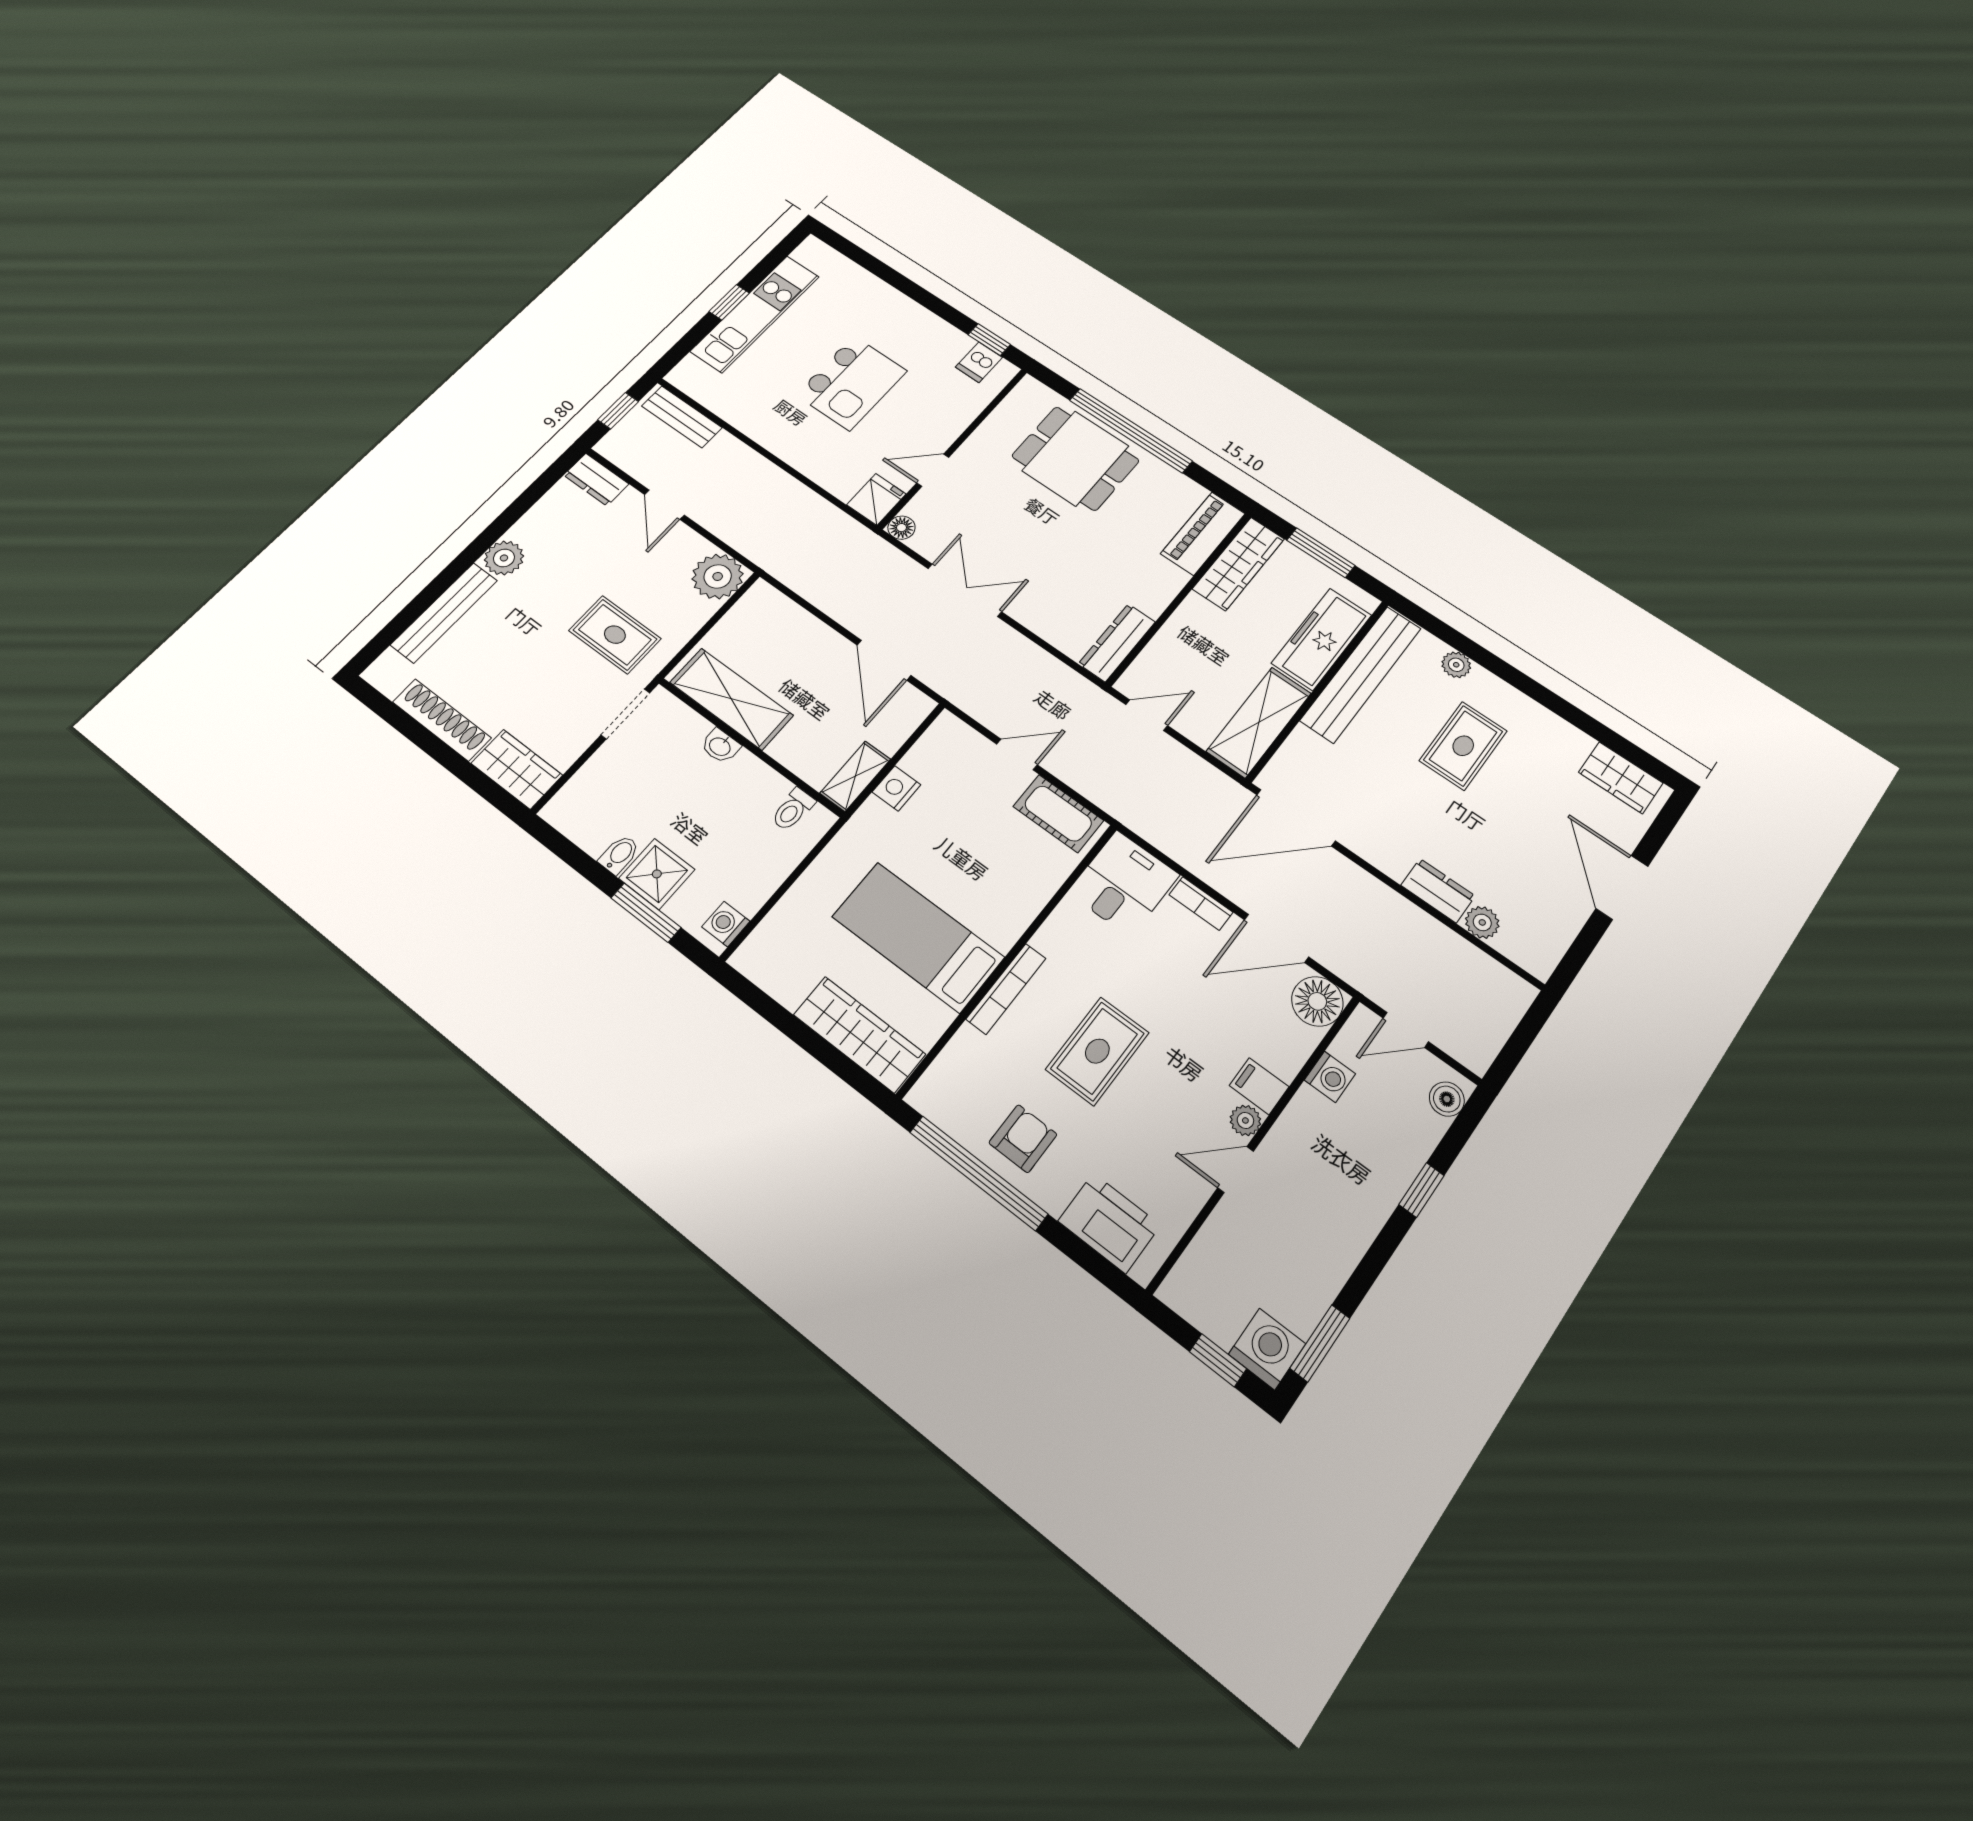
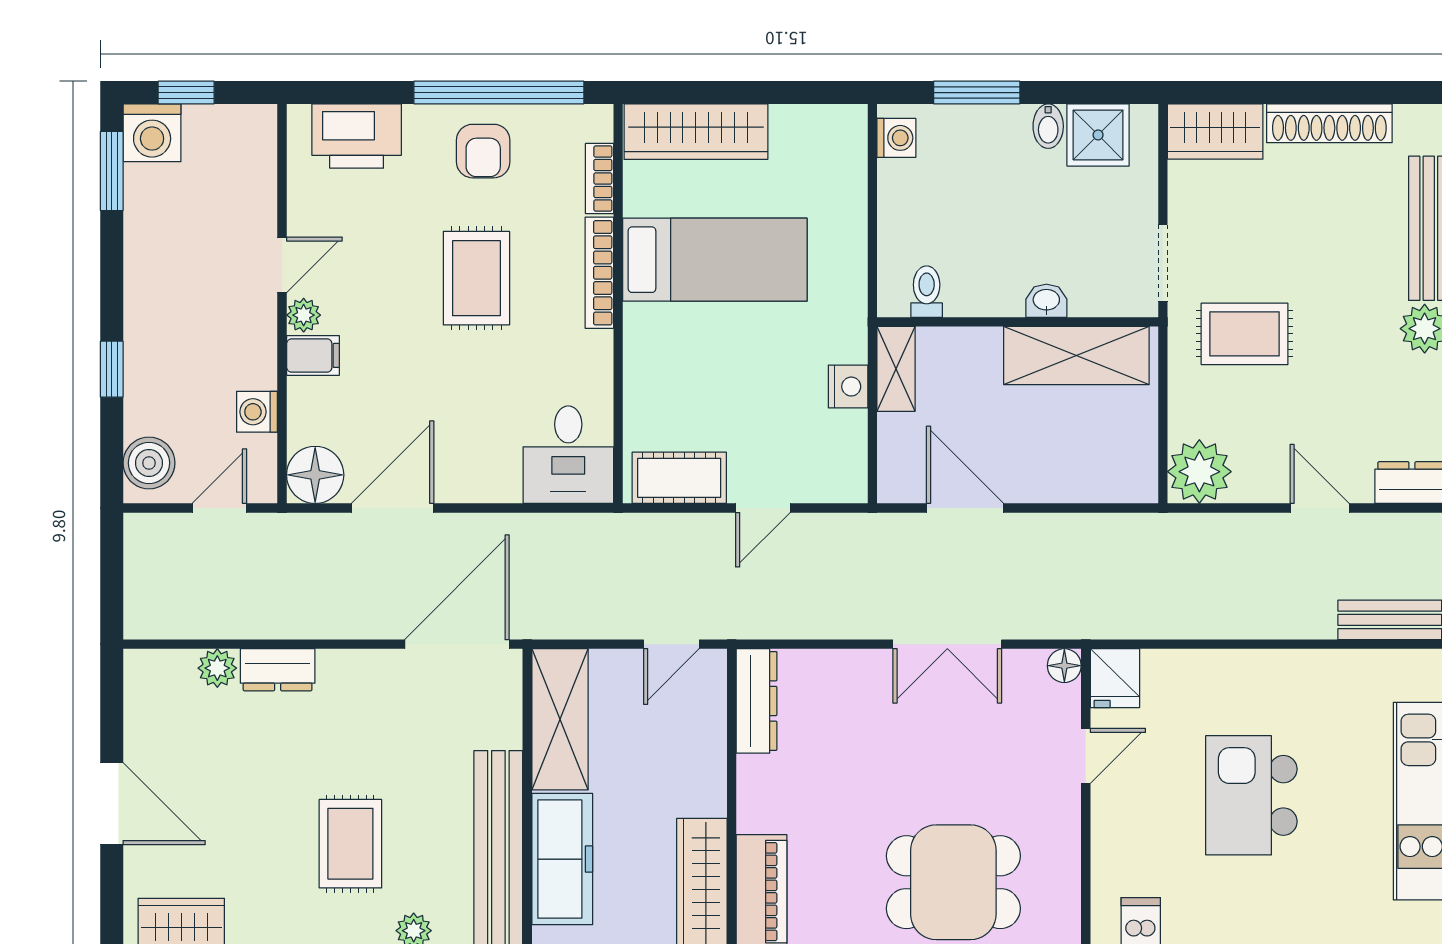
shower: (657, 874) -> (1098, 135), moved
bookcase: (1201, 903) -> (599, 178), moved, turned -90
boiler: (1447, 1099) -> (149, 463), width x1.36, depth x1.36

